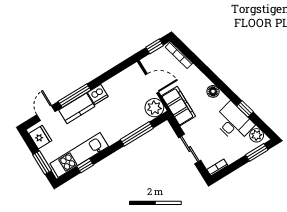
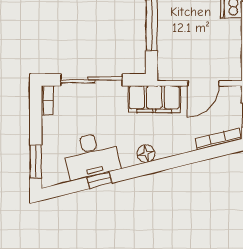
plant: (154, 108) -> (171, 67), removed
plant: (257, 135) -> (57, 174), removed
sliding door: (190, 149) -> (92, 80), width x1.37

